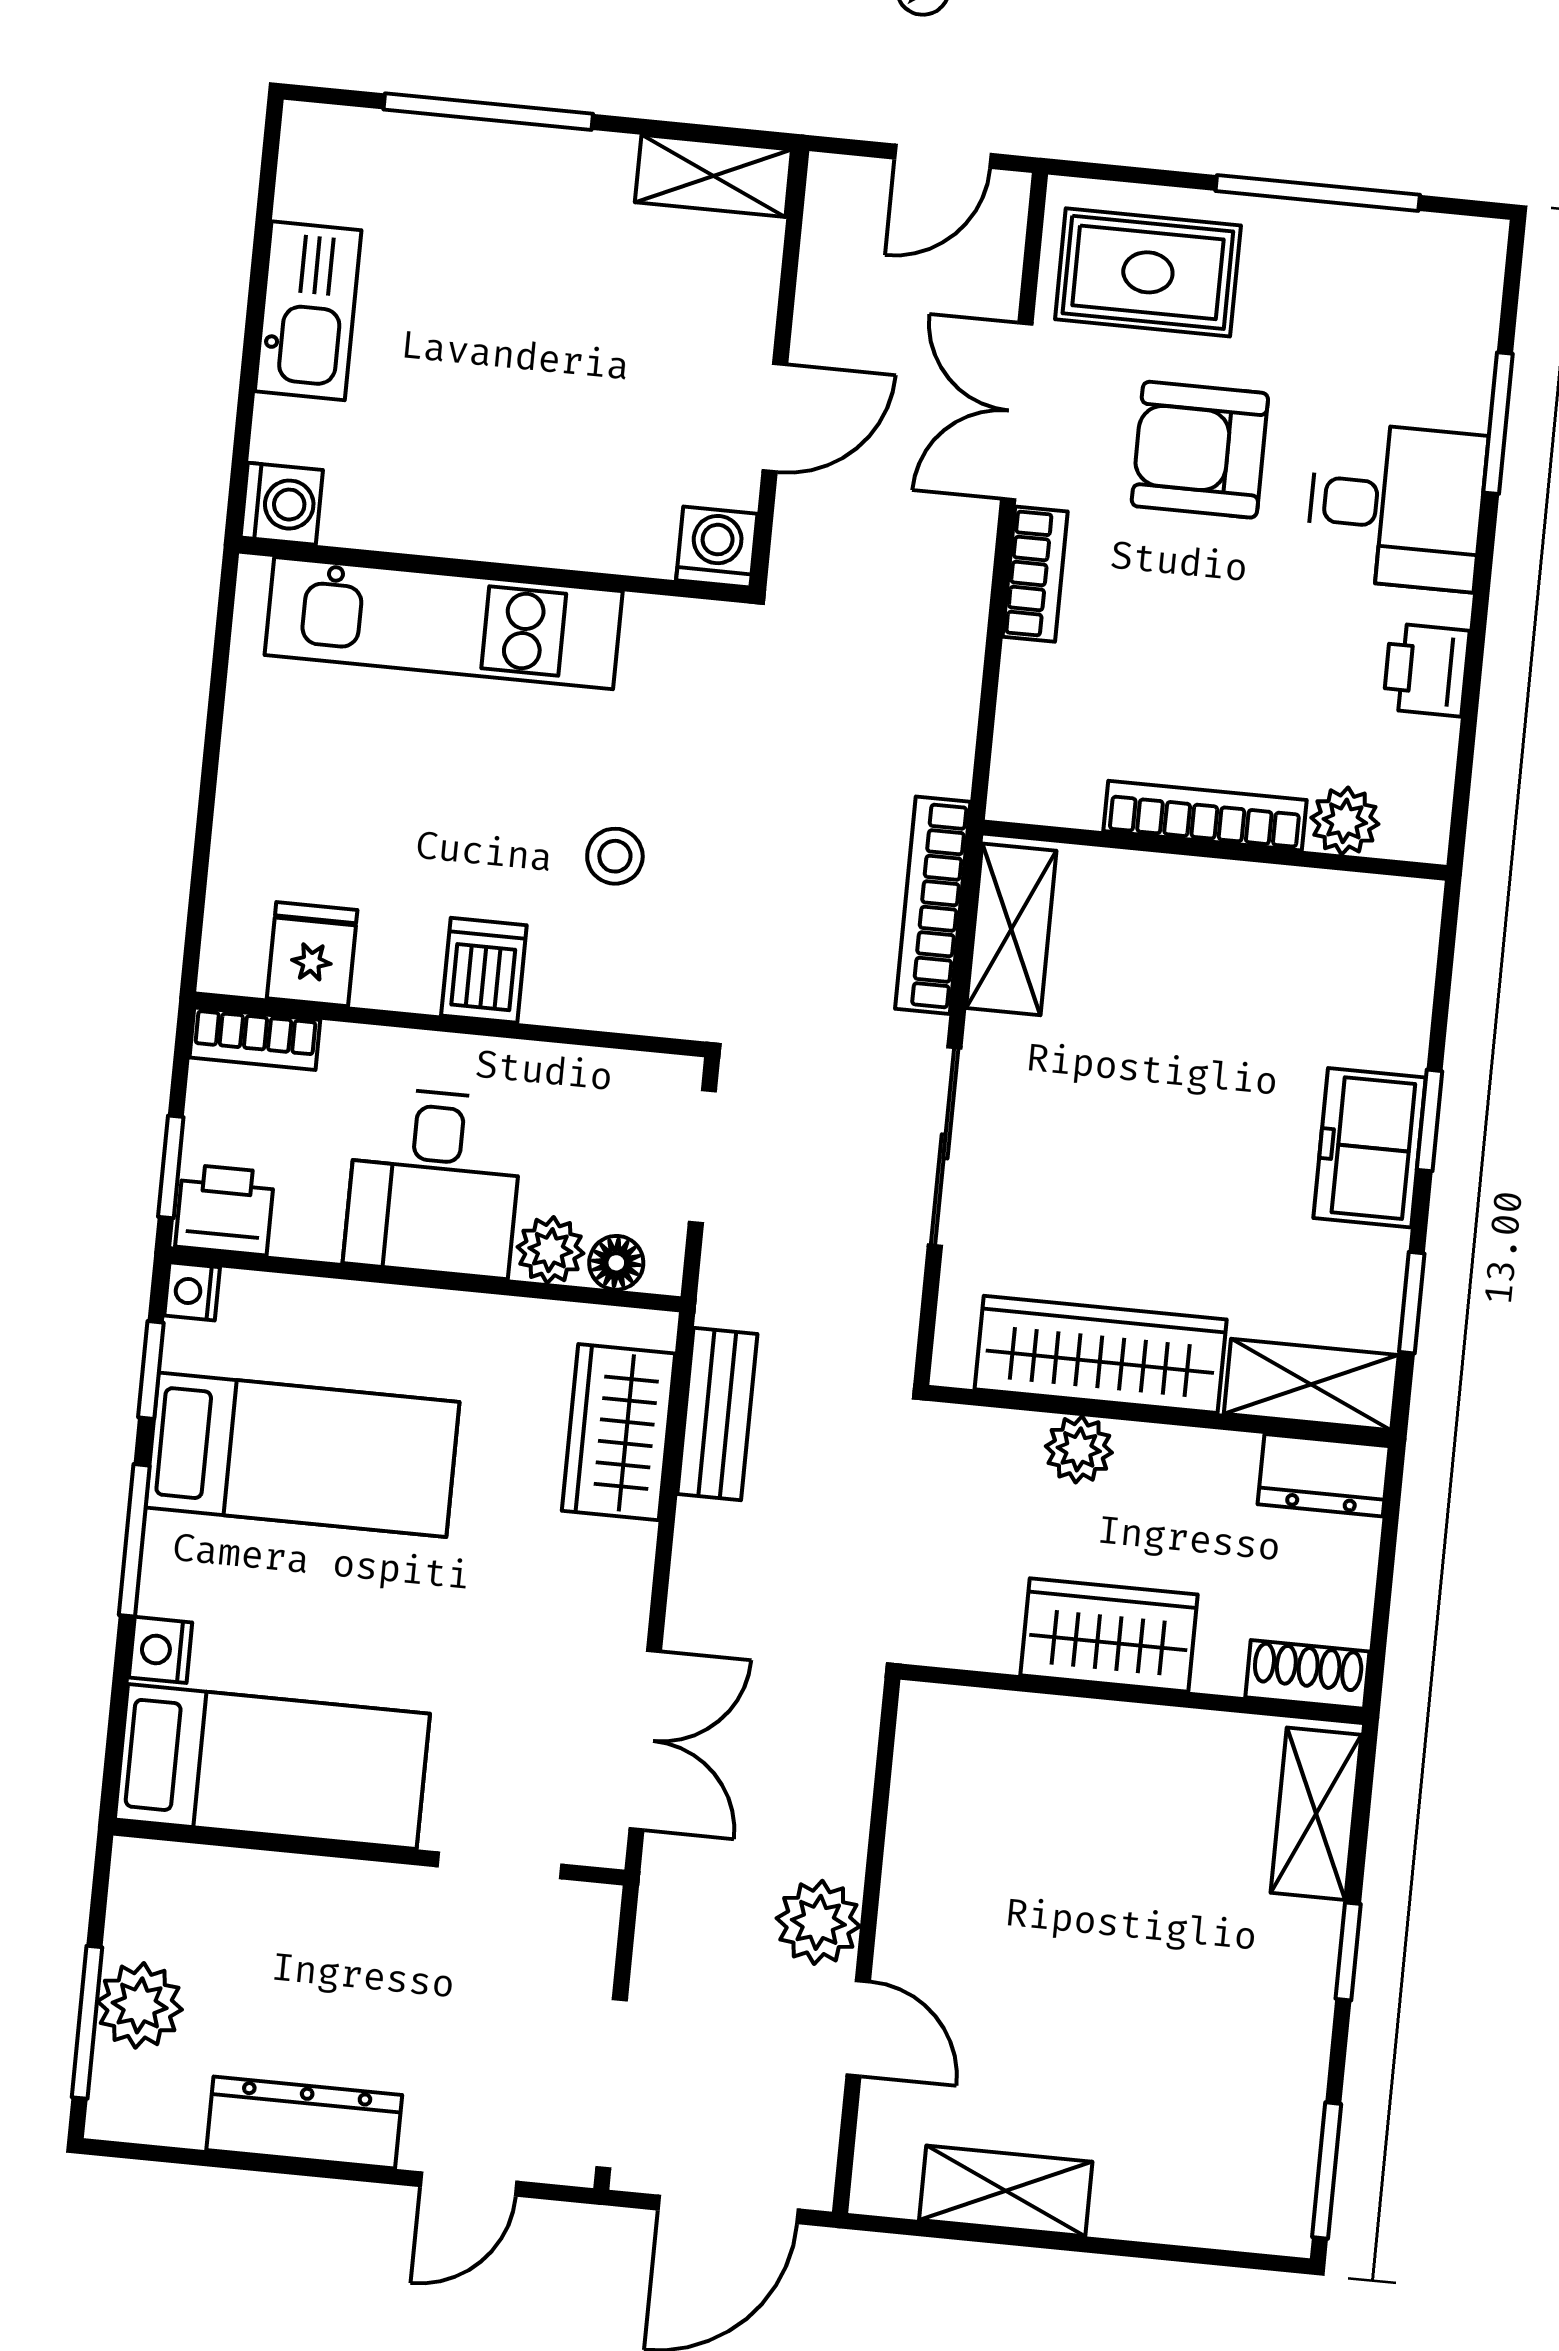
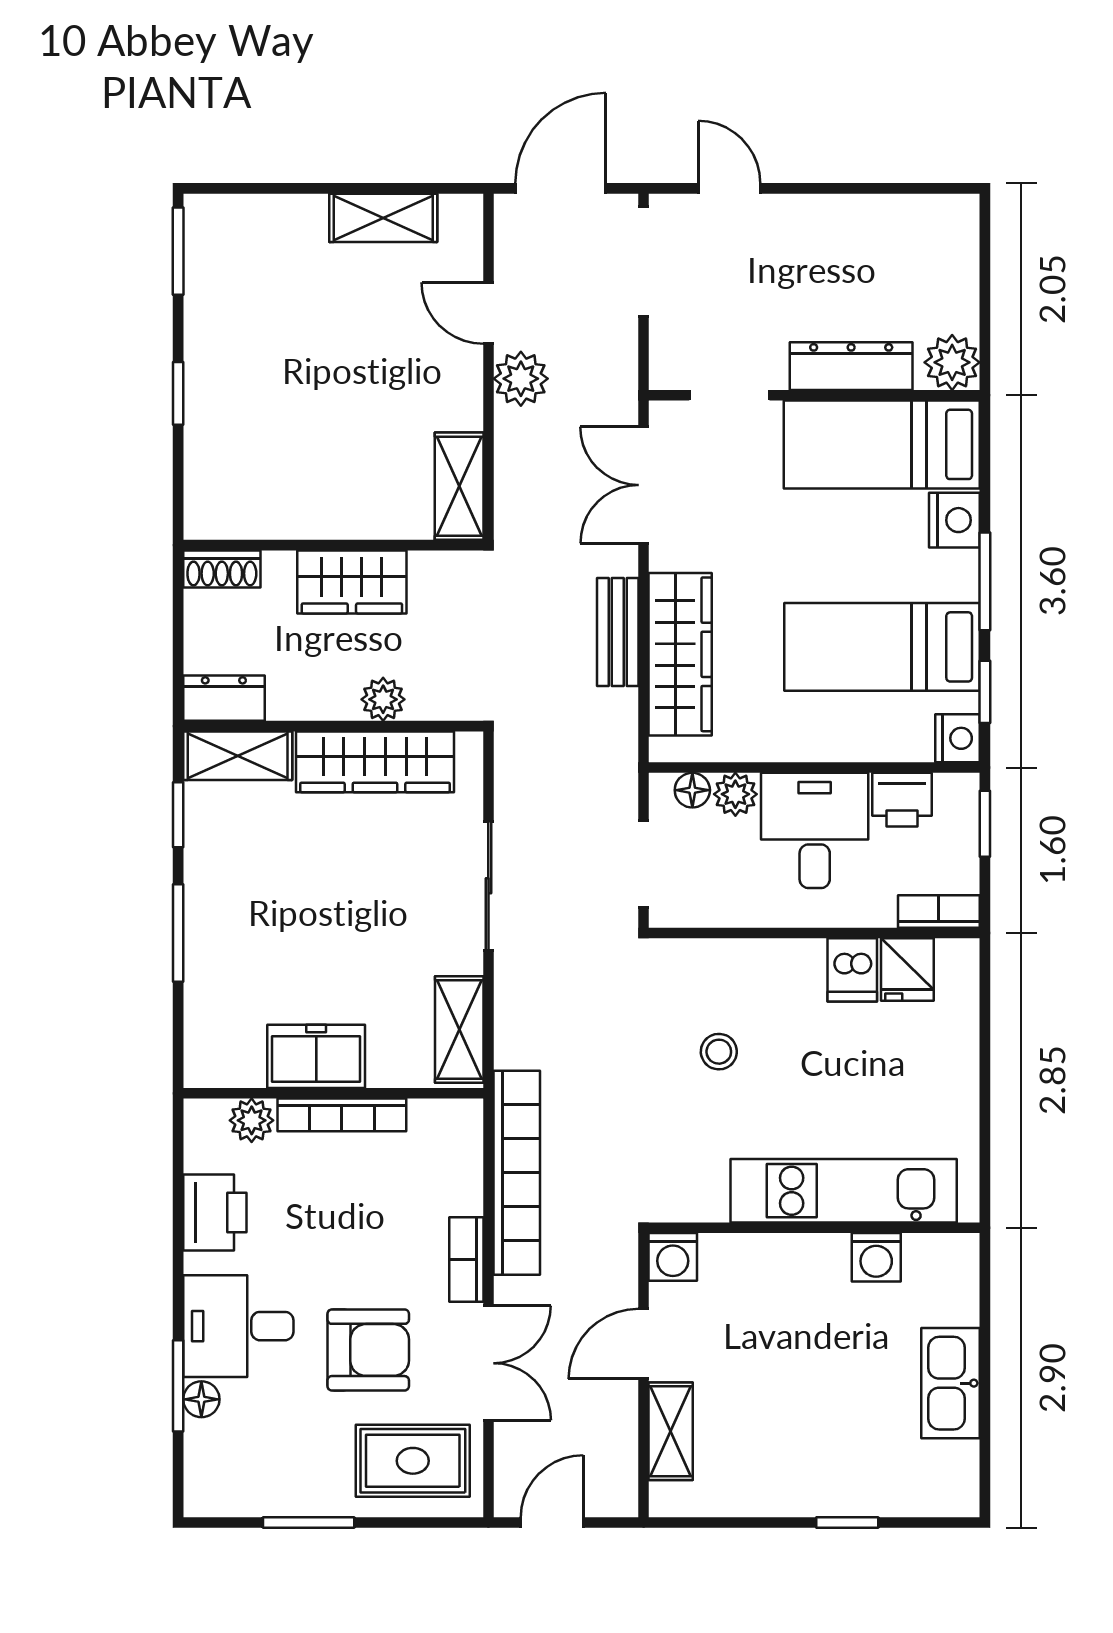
window: (488, 112) -> (847, 1523), width x0.46
shelving: (713, 176) -> (671, 1431), moved, turned 90
window: (1318, 193) -> (309, 1523), width x0.69
floor lamp: (1464, 399) -> (201, 1399), added
washing machine: (282, 504) -> (876, 1257), moved, turned -90
printer: (1426, 670) -> (215, 1212), width x1.36, depth x1.24
bookcase: (933, 905) -> (517, 1173), moved, width x1.48, depth x1.31
dishwasher: (484, 970) -> (852, 970), moved
window: (1430, 1120) -> (178, 933), width x1.50
freezer: (1370, 1148) -> (316, 1056), moved, turned -90
printer: (225, 1210) -> (902, 800), moved
nightstand: (192, 1291) -> (958, 738), width x1.39, depth x1.35
bench: (717, 1414) -> (618, 632), moved
wardrobe: (619, 1432) -> (680, 654), width x1.50
nightstand: (161, 1650) -> (954, 520), width x1.39, depth x1.35
shelving: (1316, 1814) -> (459, 486), moved
plant: (140, 2005) -> (952, 362), moved
window: (87, 2022) -> (985, 268), removed
dresser: (304, 2123) -> (851, 366), moved, turned 180
door: (468, 2184) -> (729, 188), hinge flipped

